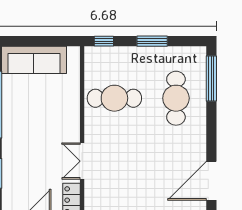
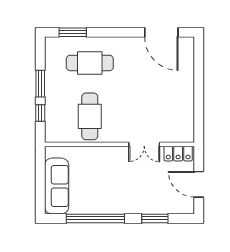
window: (104, 41) -> (40, 113), moved
window: (211, 78) -> (73, 32), width x0.69

